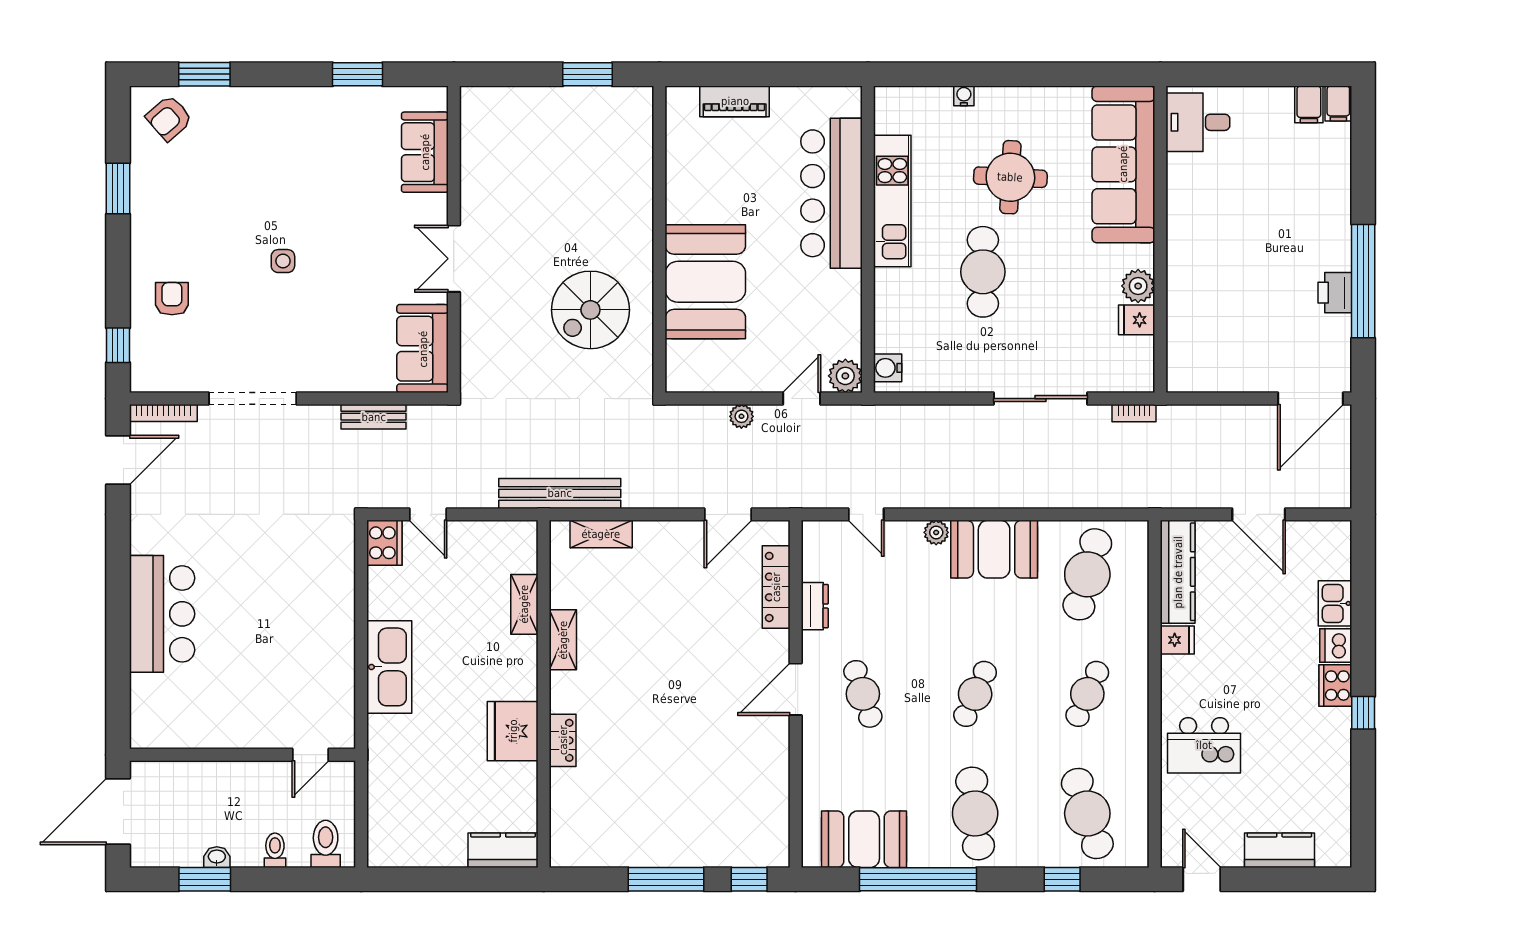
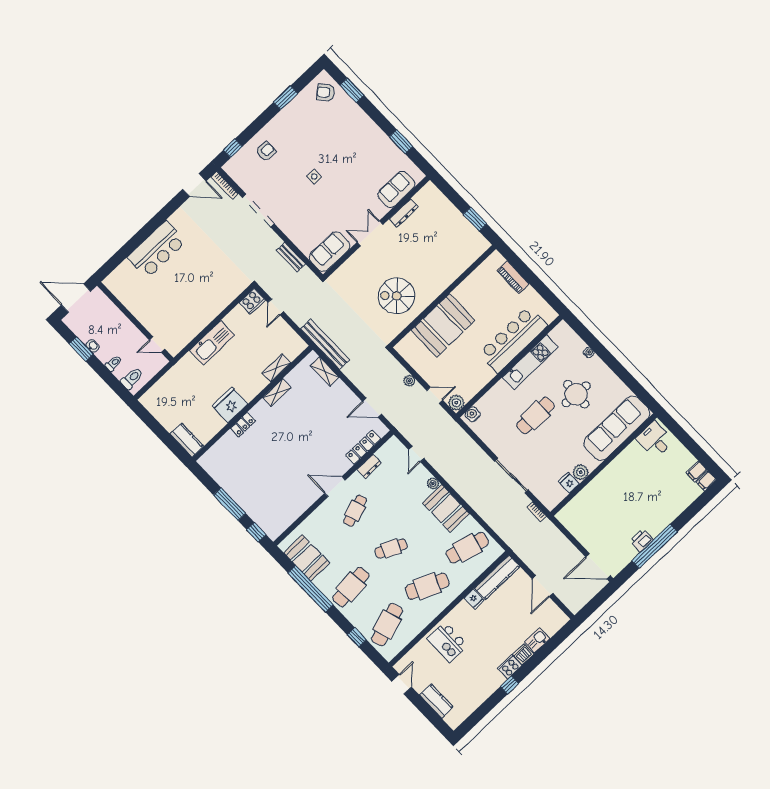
dresser: (472, 176) -> (404, 213), added
cafe table: (1087, 694) -> (427, 586), width x1.37, depth x1.35

